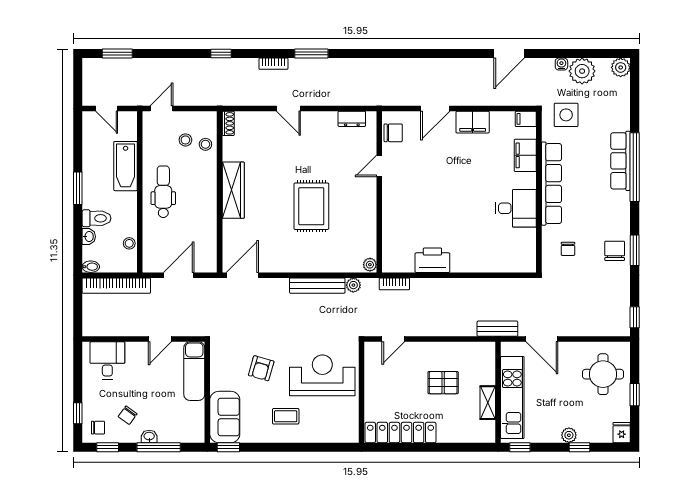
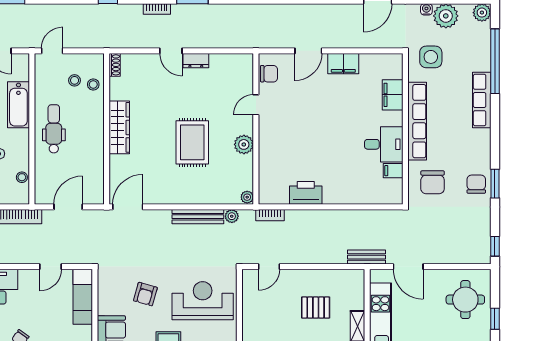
dresser: (352, 119) -> (196, 61), moved
filing cabinet: (526, 119) -> (393, 171), moved
window: (635, 167) -> (495, 61), moved
plant: (366, 208) -> (244, 144), added
chair: (568, 249) -> (433, 182), width x1.87, depth x1.87

